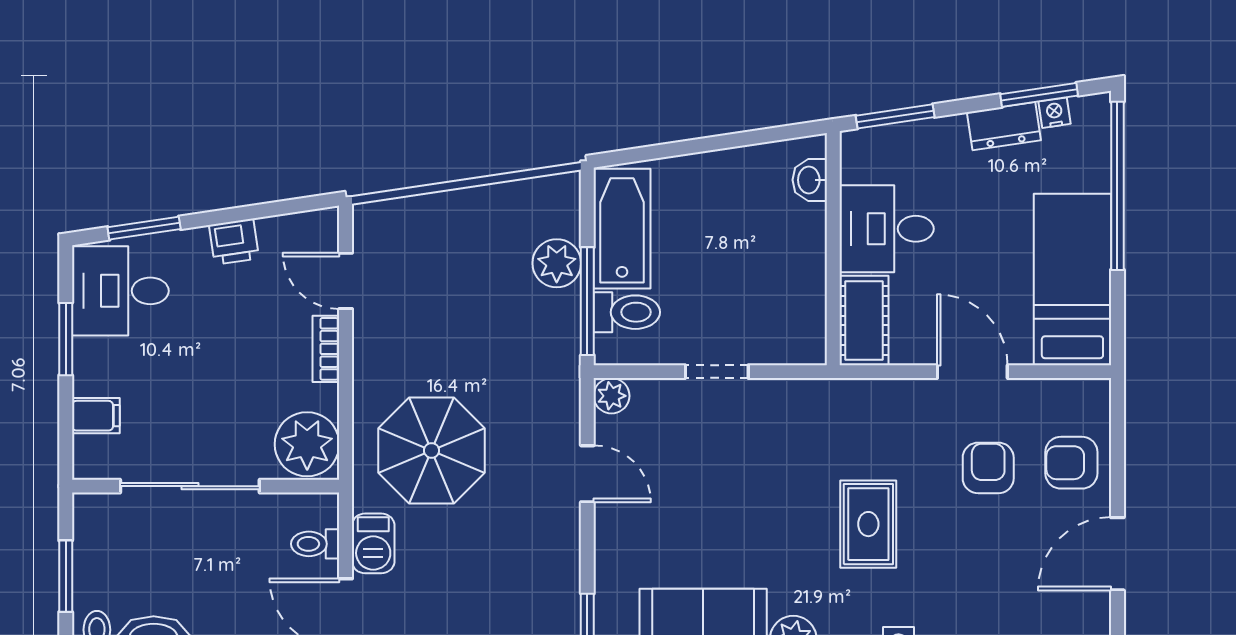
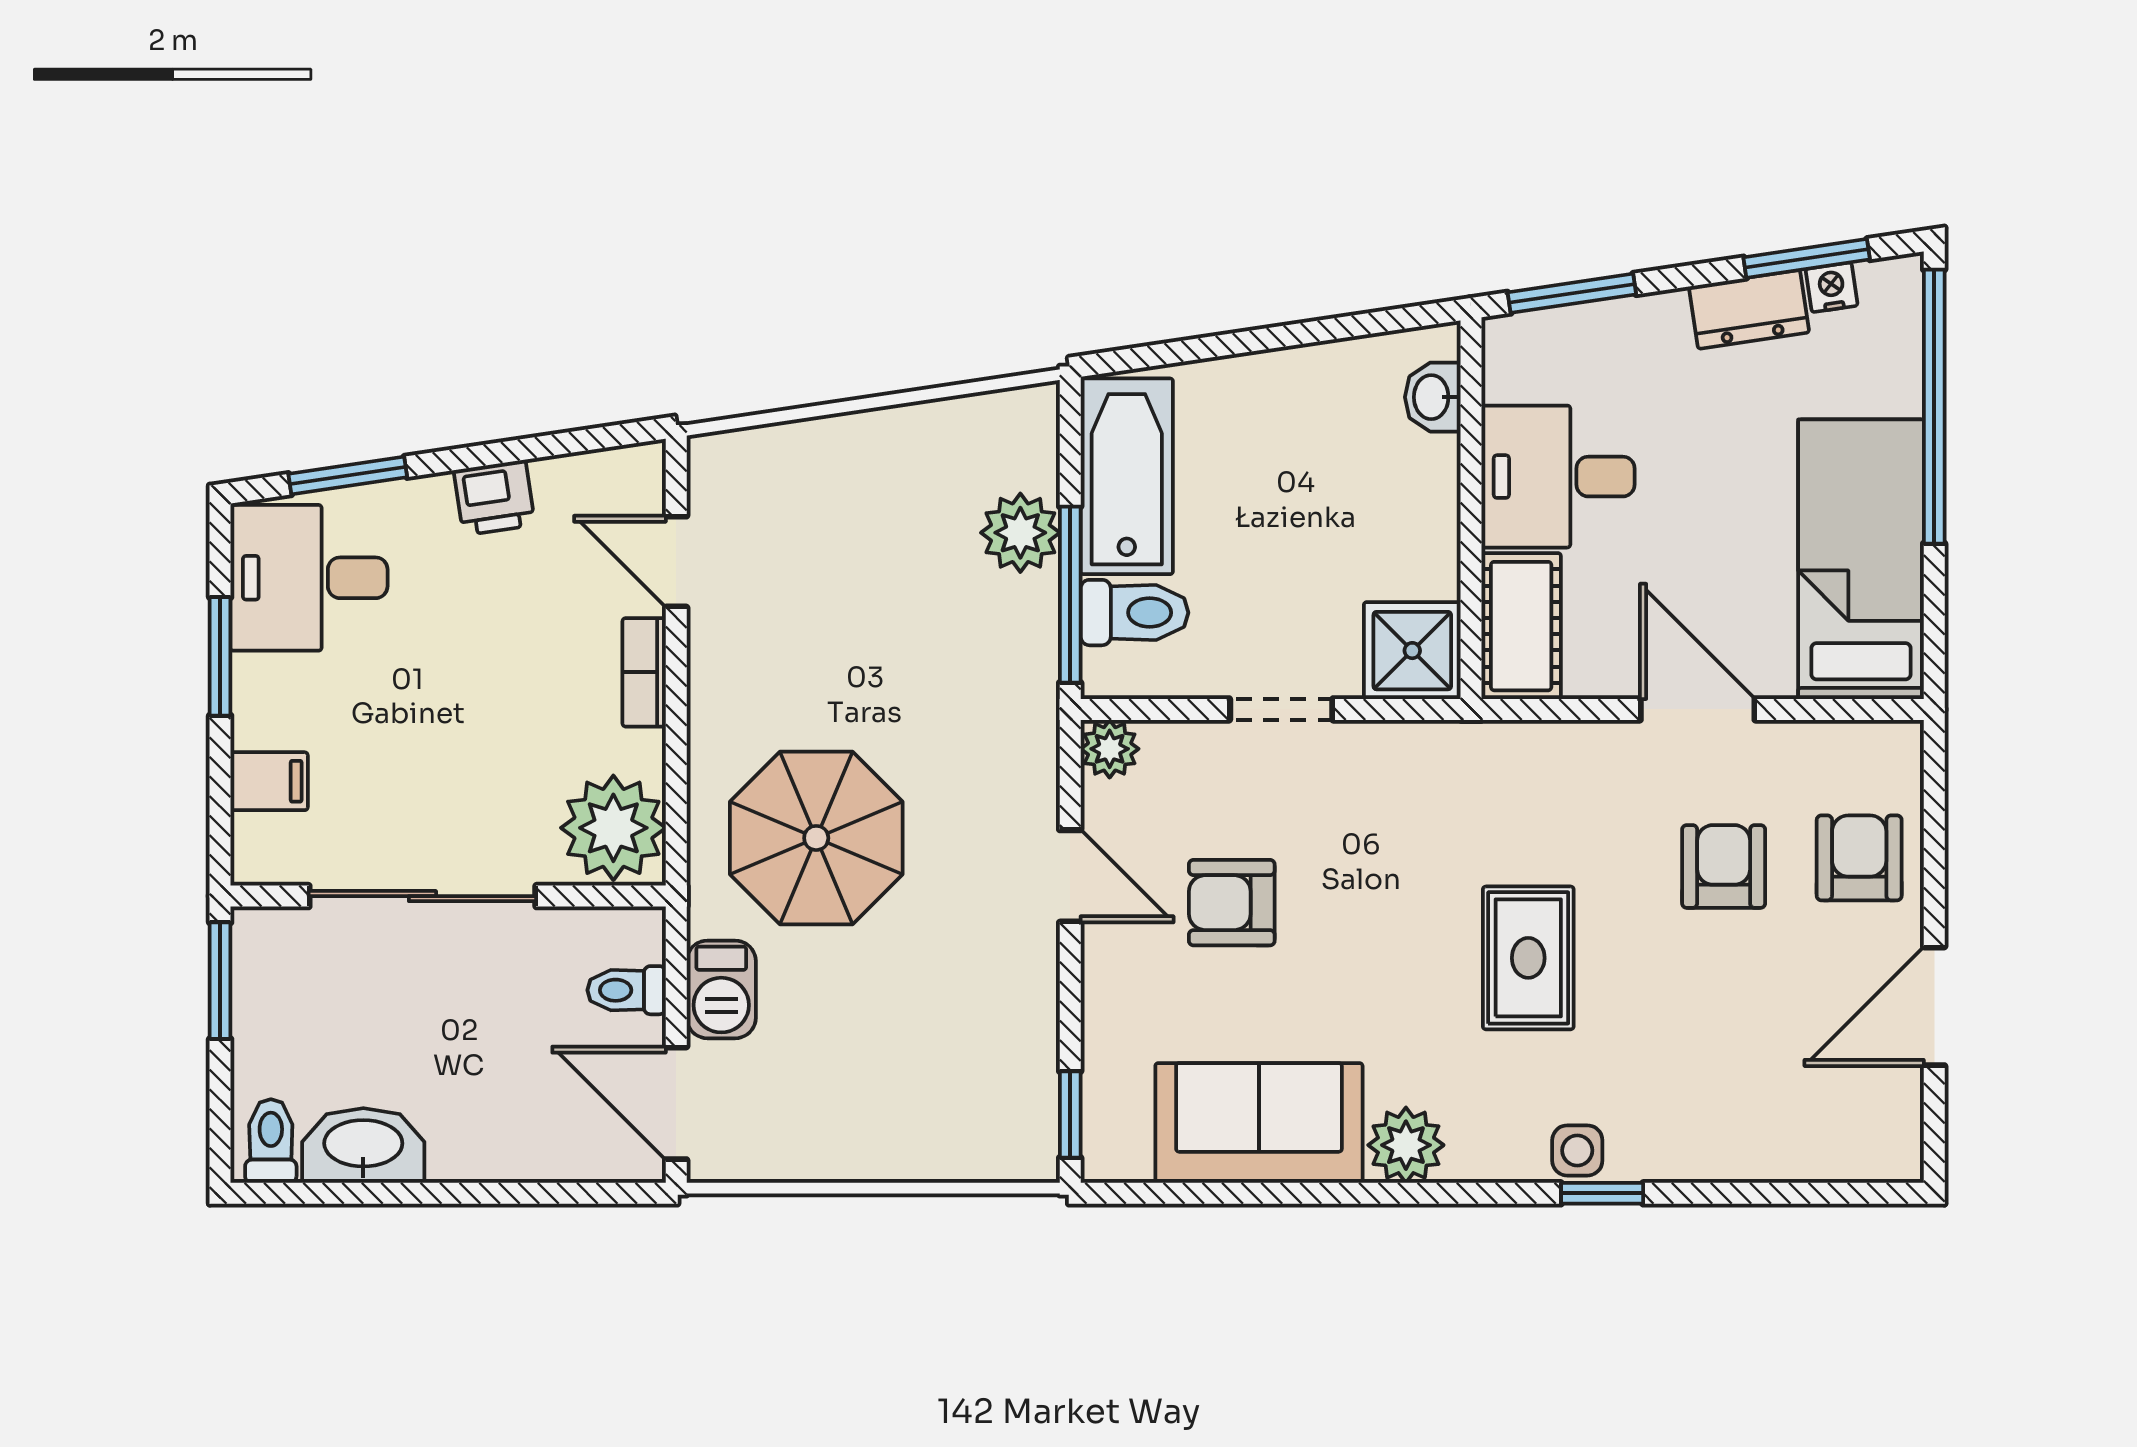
shower: (797, 336) -> (1412, 651), added
armchair: (1071, 463) -> (1859, 858), turned 90
armchair: (686, 490) -> (1232, 903), added
window: (66, 576) -> (220, 981), moved

